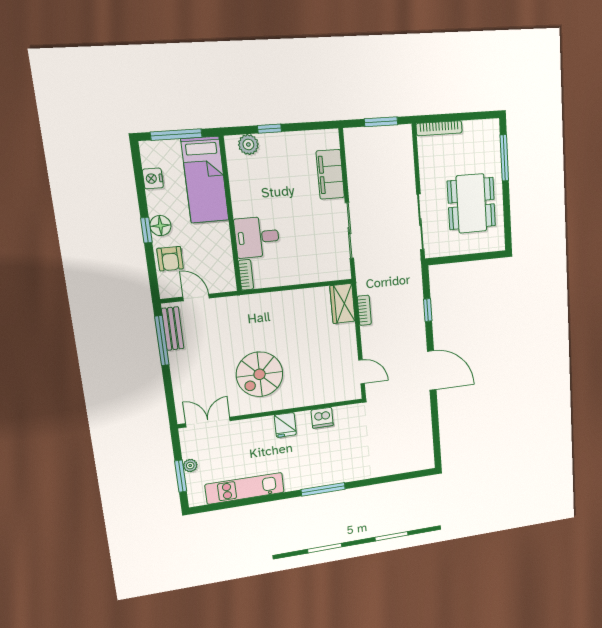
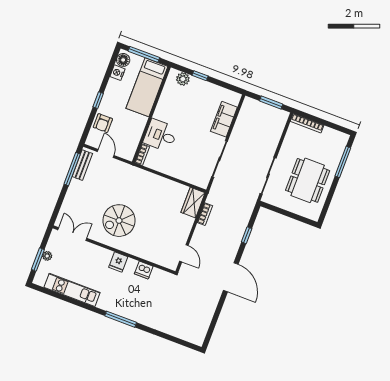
floor lamp: (160, 226) -> (123, 60), moved

